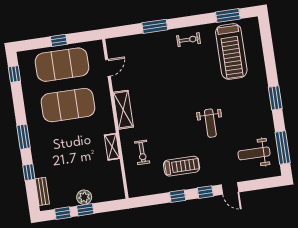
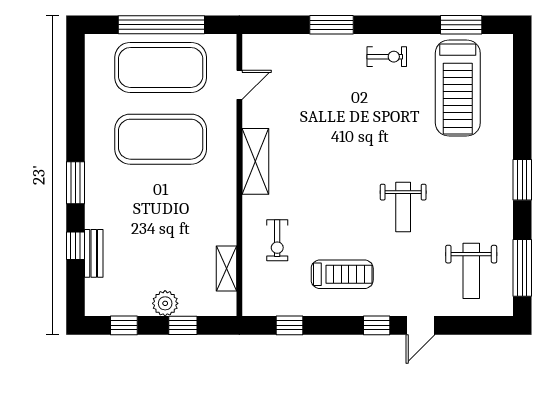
window: (59, 40) -> (161, 25), width x3.17
window: (14, 74) -> (75, 72), removed
shelving: (112, 147) -> (226, 268), moved
weight bench: (254, 153) -> (471, 271), turned -90
door: (230, 188) -> (421, 325), hinge flipped
bench: (42, 191) -> (94, 253), moved
window: (178, 196) -> (290, 325), moved
window: (85, 210) -> (183, 325), moved

